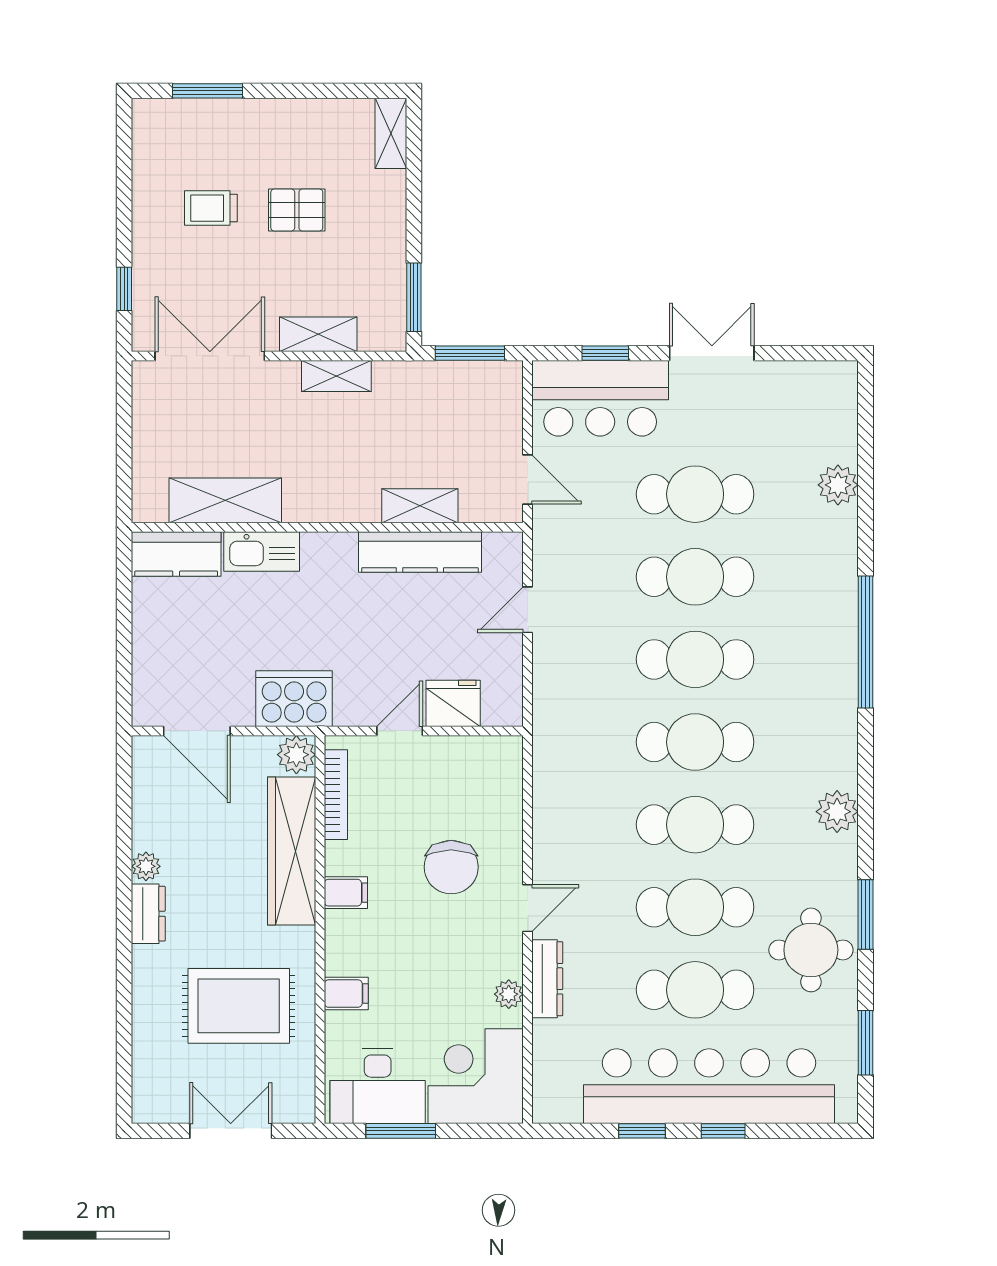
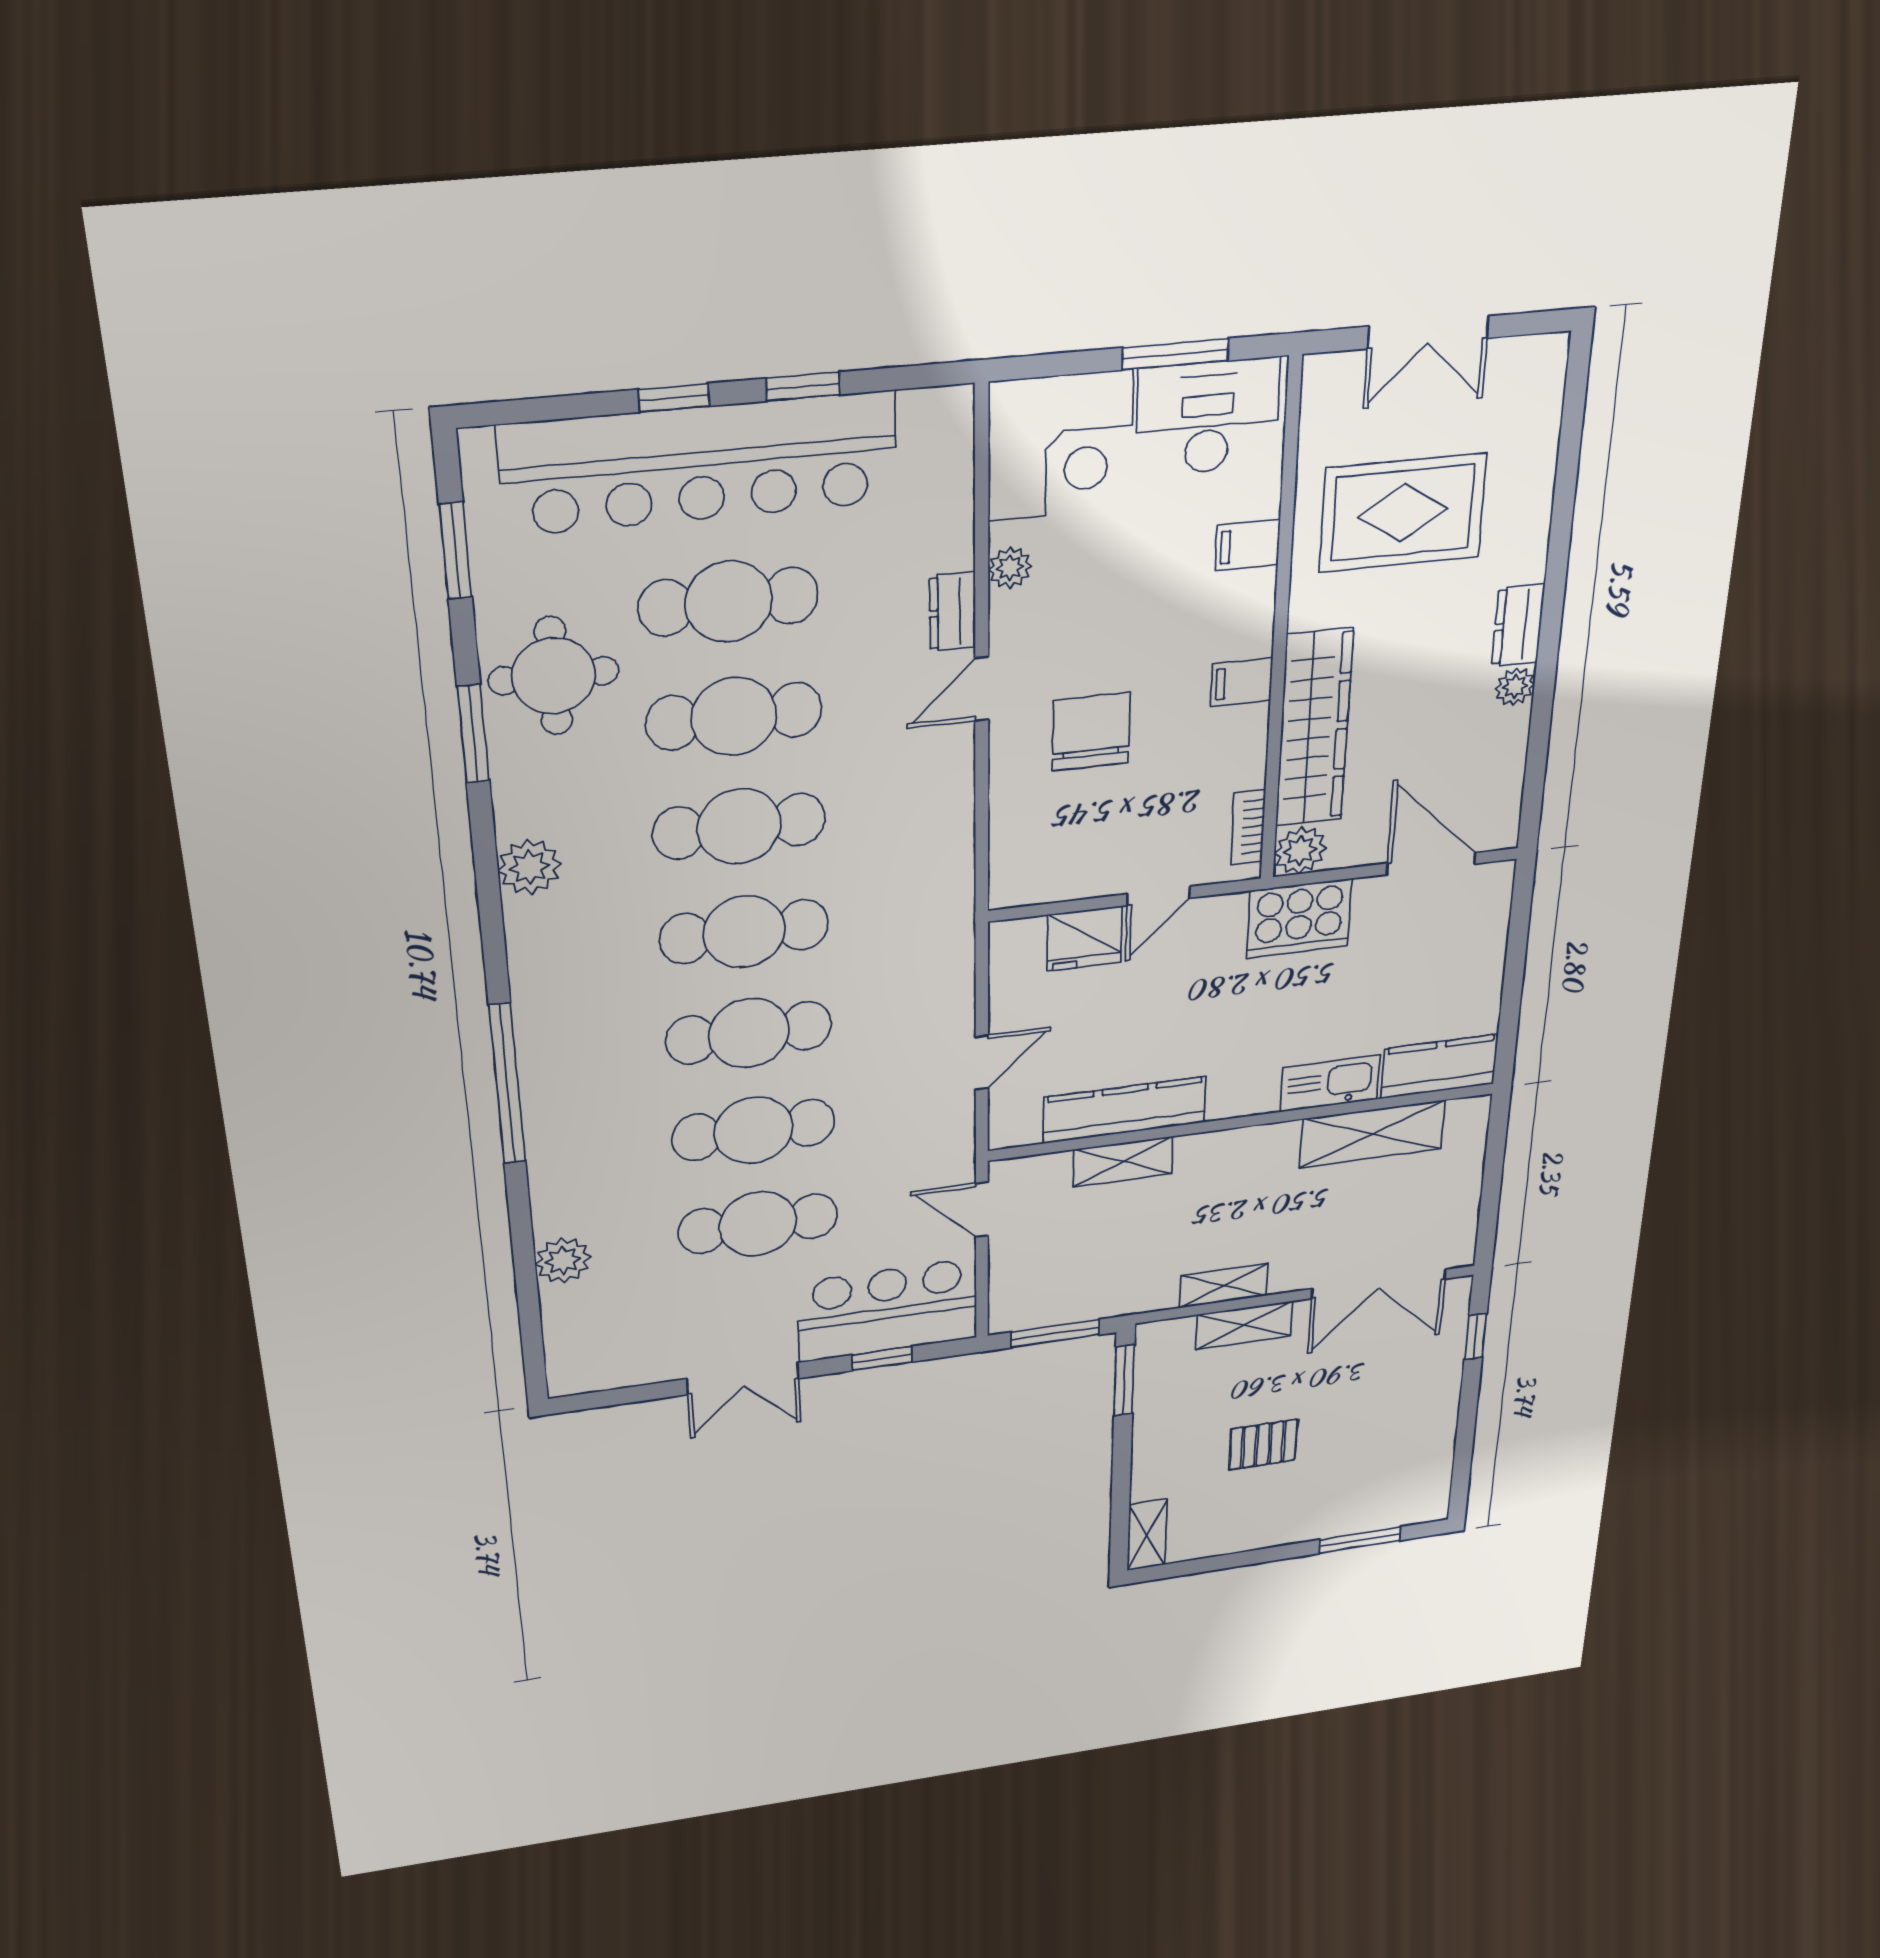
trolley: (211, 208) -> (1365, 1431), removed
bookcase: (336, 795) -> (1248, 827), width x0.64
dresser: (547, 979) -> (952, 612), width x0.70

